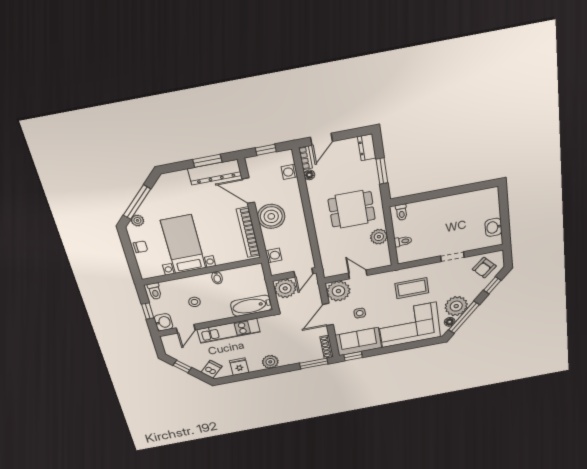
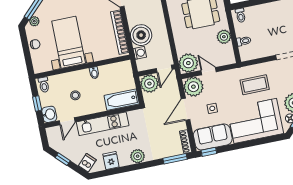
boiler: (271, 216) -> (141, 35), moved
plant: (333, 266) -> (188, 63), added

